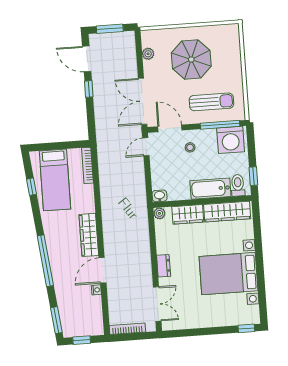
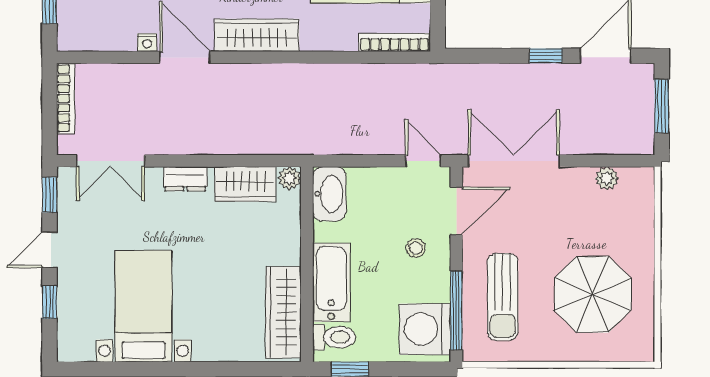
parasol: (191, 59) -> (593, 294), moved
washbasin: (160, 196) -> (329, 194), width x1.91, depth x1.45
wardrobe: (188, 214) -> (245, 184), moved, turned -90
bed with nightstands: (229, 274) -> (144, 306), width x0.73
window: (246, 328) -> (50, 302), moved
door: (204, 331) -> (50, 250), added
window: (176, 333) -> (50, 195), added

